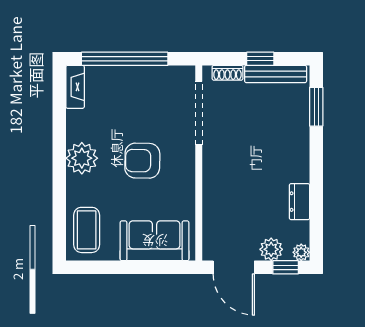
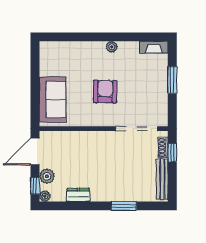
window: (125, 59) -> (172, 80), width x0.47
window: (260, 59) -> (172, 153), moved
window: (316, 107) -> (124, 206), moved
plant: (82, 158) -> (112, 47), width x0.53, depth x0.53
coffee table: (87, 230) -> (60, 55), removed

